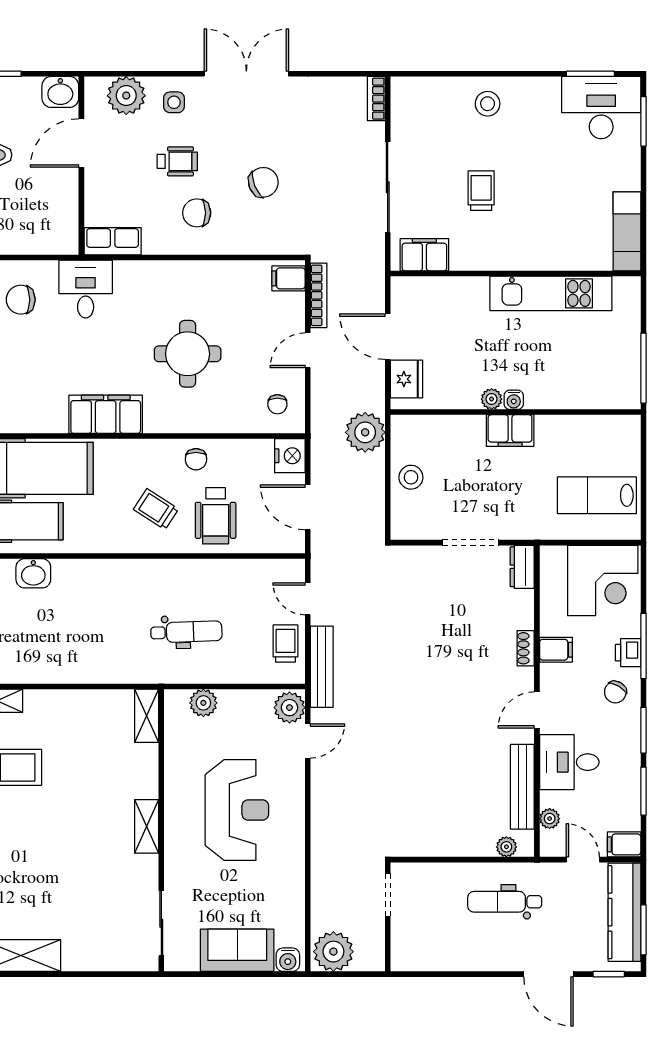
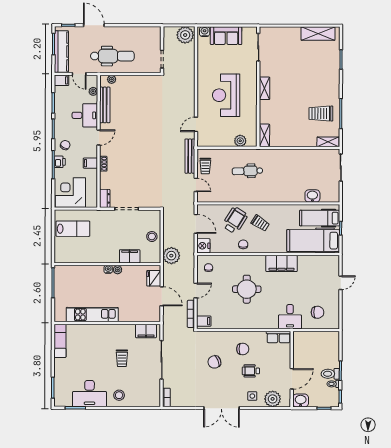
desk: (601, 108) -> (90, 393), moved
filing cabinet: (510, 431) -> (130, 256), moved
wheelchair: (216, 516) -> (235, 220), turned 32
plant: (289, 708) -> (204, 139), removed
dental chair: (505, 902) -> (112, 56), width x1.36, depth x1.38

